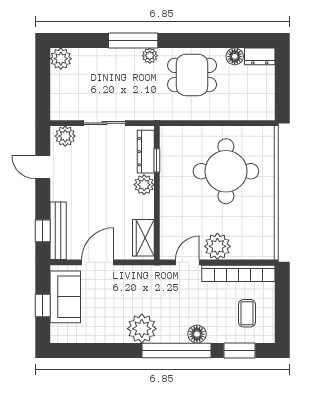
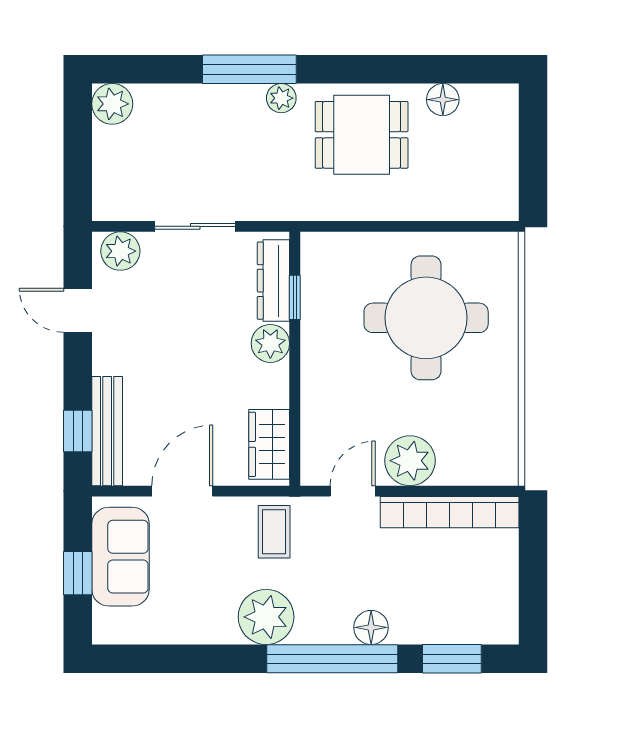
dresser: (260, 56) -> (490, 99), removed
coffee table: (247, 313) -> (274, 532), moved

